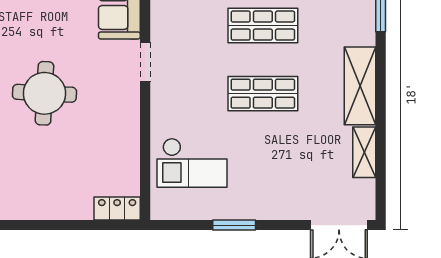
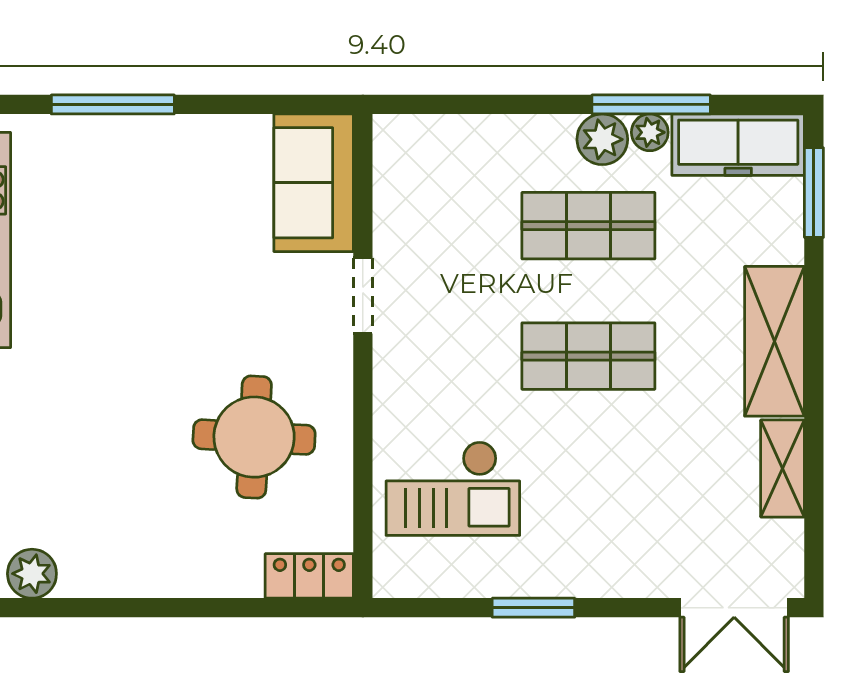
round table: (44, 93) -> (254, 437), moved

